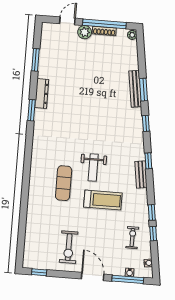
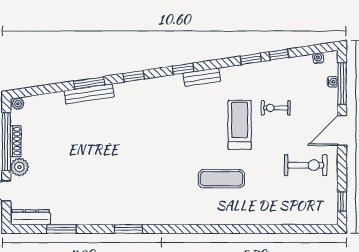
dresser: (42, 93) -> (31, 217), moved
weight bench: (93, 168) -> (198, 141), removed
exercise bike: (132, 238) -> (276, 108), moved

